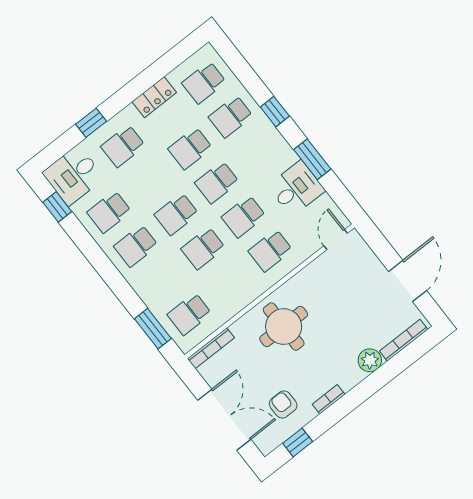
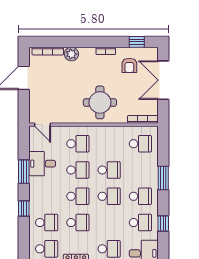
window: (57, 207) -> (163, 224), moved
door: (336, 239) -> (42, 125), hinge flipped
window: (153, 329) -> (163, 178), moved

